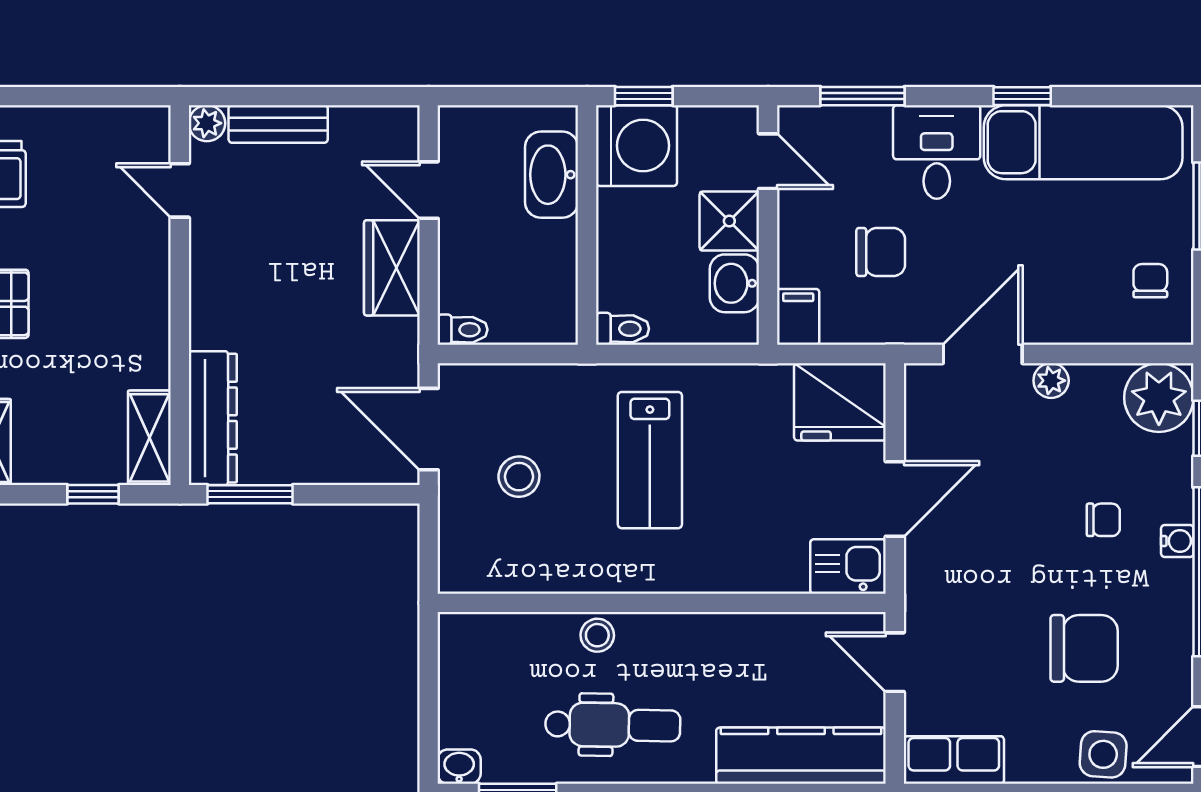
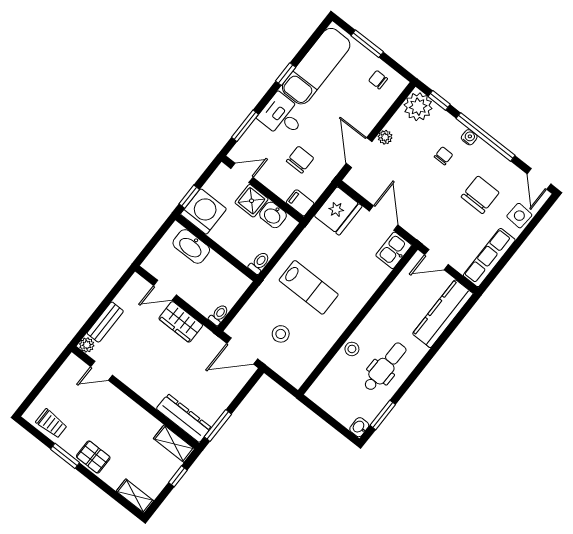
row of seats: (954, 760) -> (489, 258), width x1.48

